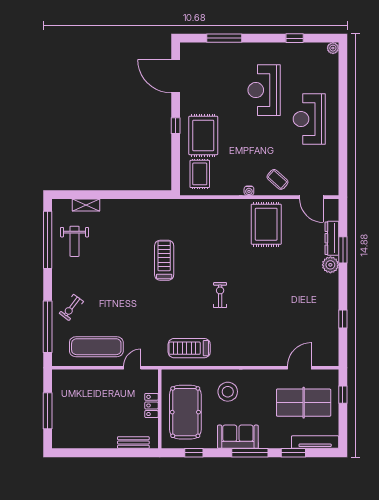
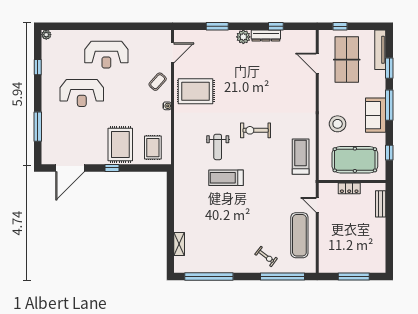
rug: (203, 135) -> (120, 145), turned 90
rug: (200, 174) -> (153, 148), turned 90
dresser: (332, 238) -> (266, 36), moved
weight bench: (75, 241) -> (218, 147), moved, turned 90
plant: (330, 265) -> (243, 37), moved
exercise bike: (220, 295) -> (256, 130), width x1.38, depth x1.39
treadmill: (189, 348) -> (301, 157), turned 180

